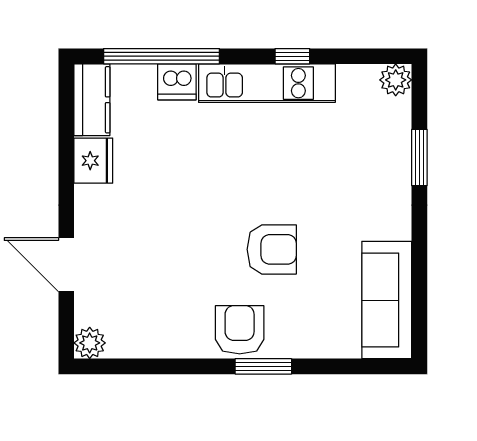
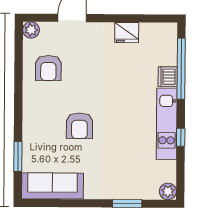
kitchen counter: (92, 100) -> (159, 32), removed
armchair: (240, 330) -> (48, 68), moved, turned 90
window: (263, 366) -> (18, 157), moved

